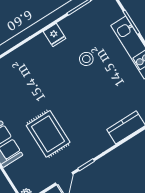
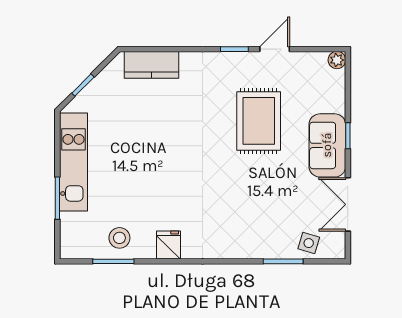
stool: (86, 59) -> (119, 238), moved

